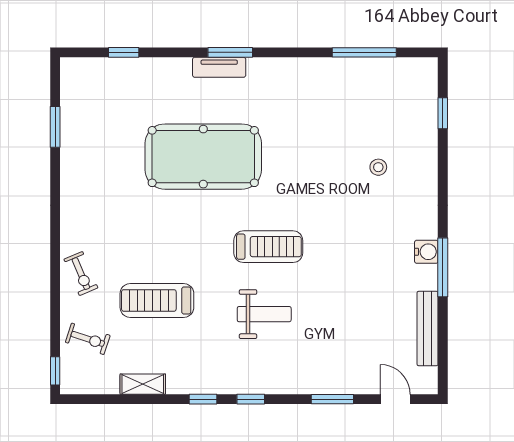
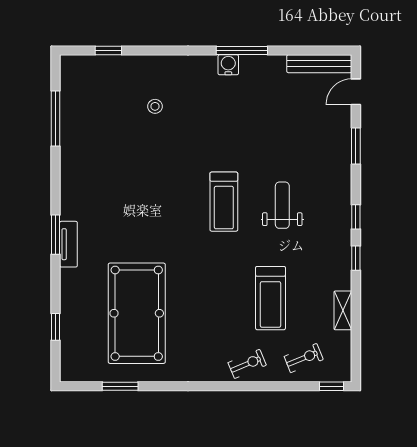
pool table: (203, 157) -> (137, 313), moved
treadmill: (268, 247) -> (224, 202), turned 180
bench: (428, 329) -> (319, 64), moved
exercise bike: (88, 339) -> (304, 358), turned 50

